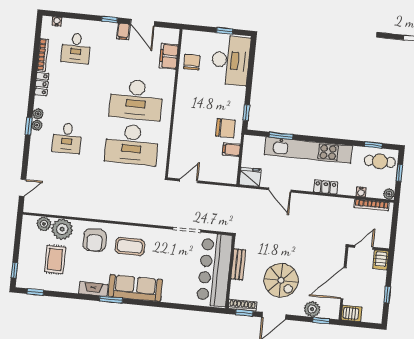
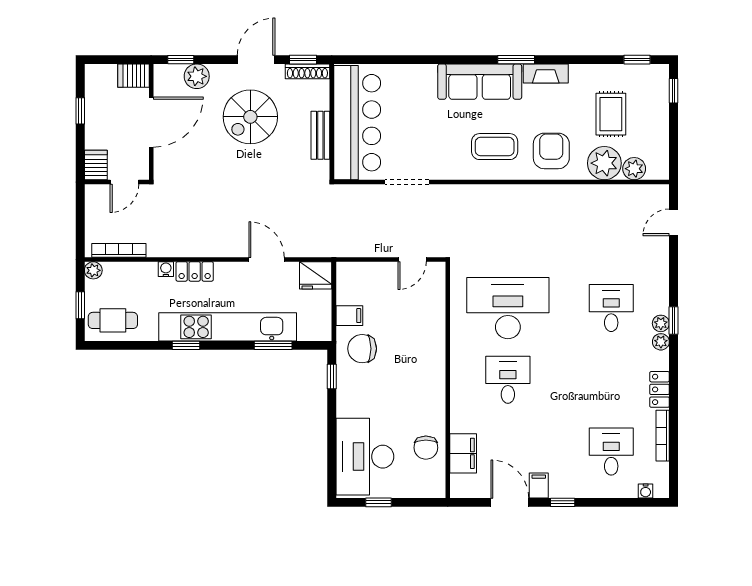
desk: (136, 100) -> (508, 380), width x0.53, depth x0.77
window: (373, 145) -> (186, 345), moved
water cooler: (361, 192) -> (166, 269), moved
spiral stairs: (281, 280) -> (250, 117), turned -90

